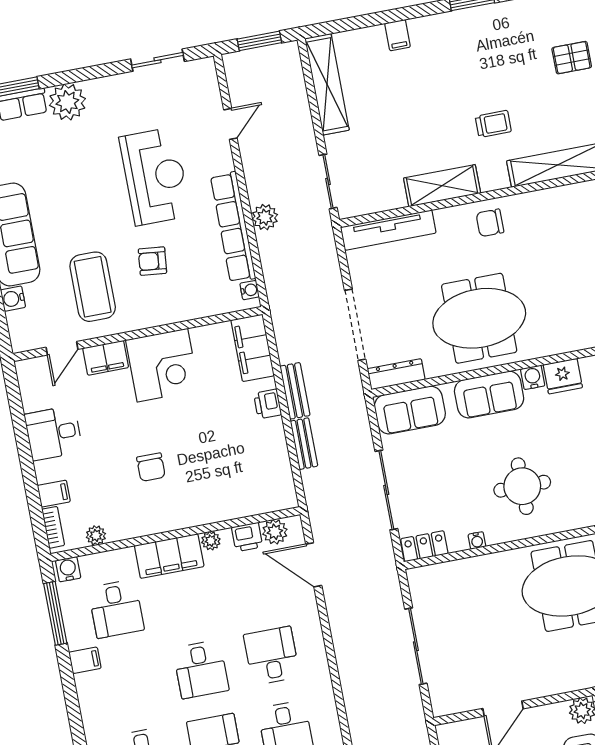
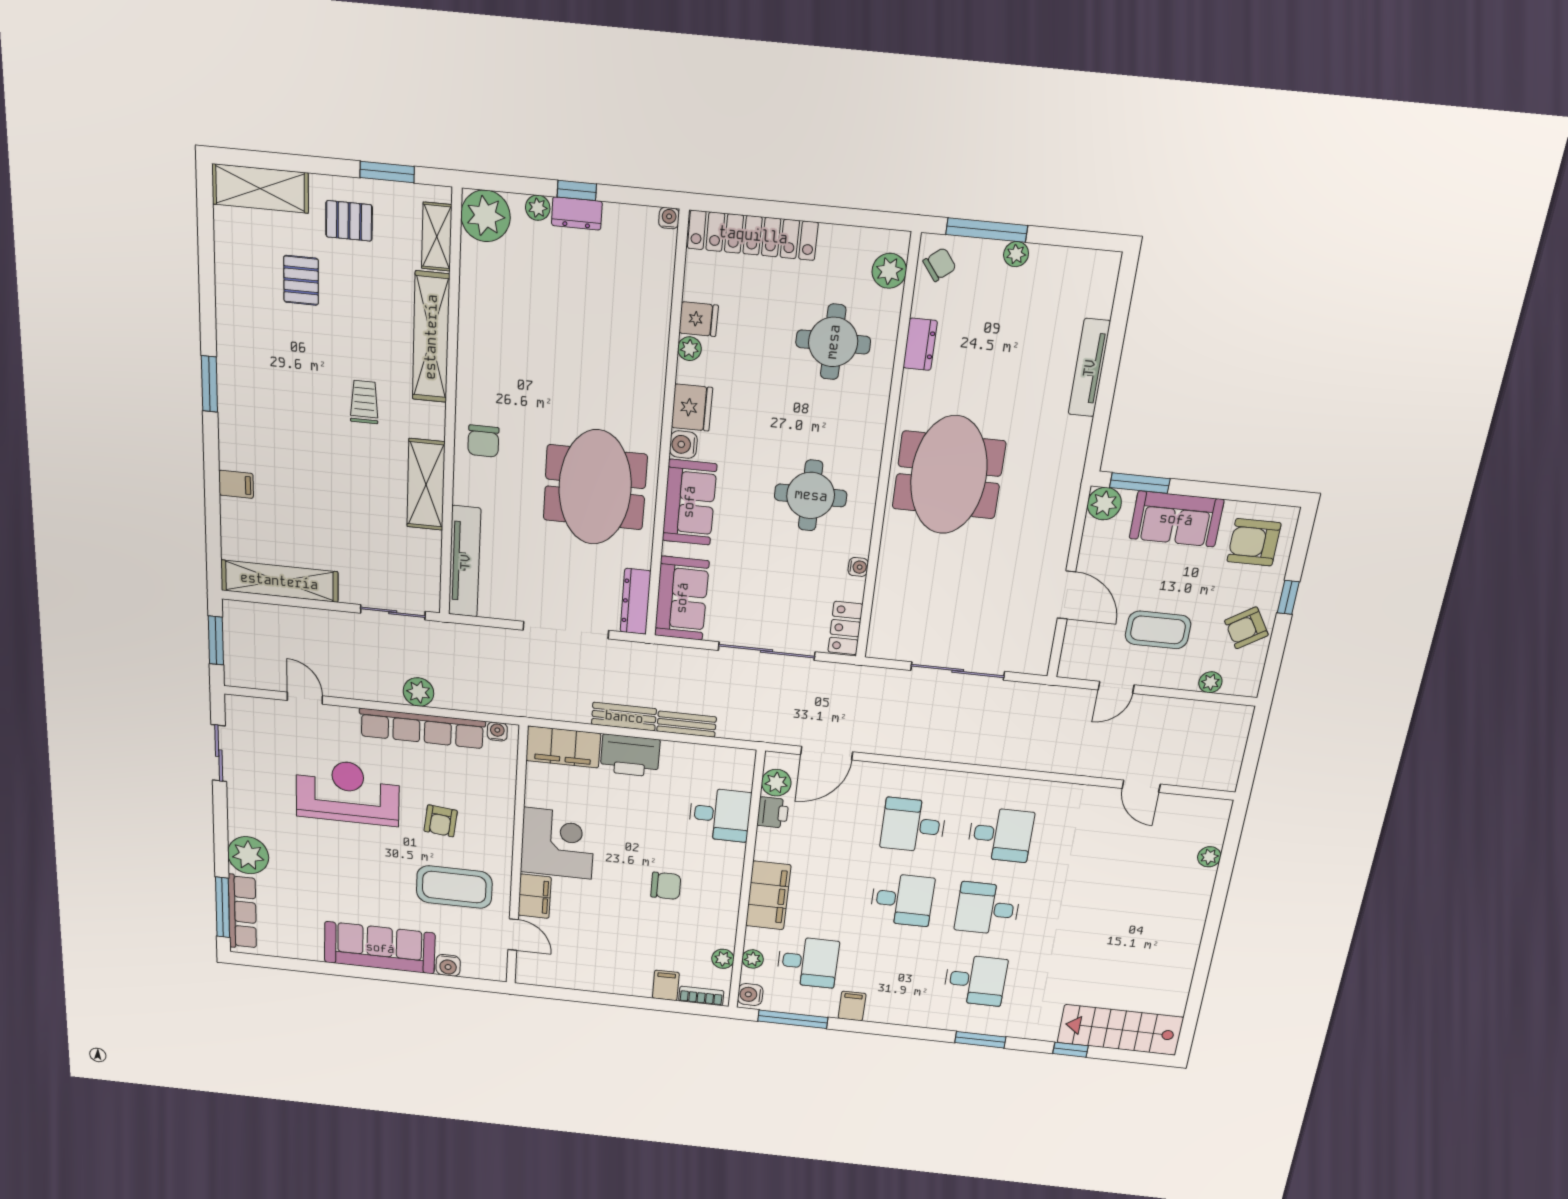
printer: (268, 404) -> (630, 756), width x1.87, depth x1.48
desk: (53, 433) -> (720, 815), moved, turned -90
plant: (211, 541) -> (753, 959), moved

